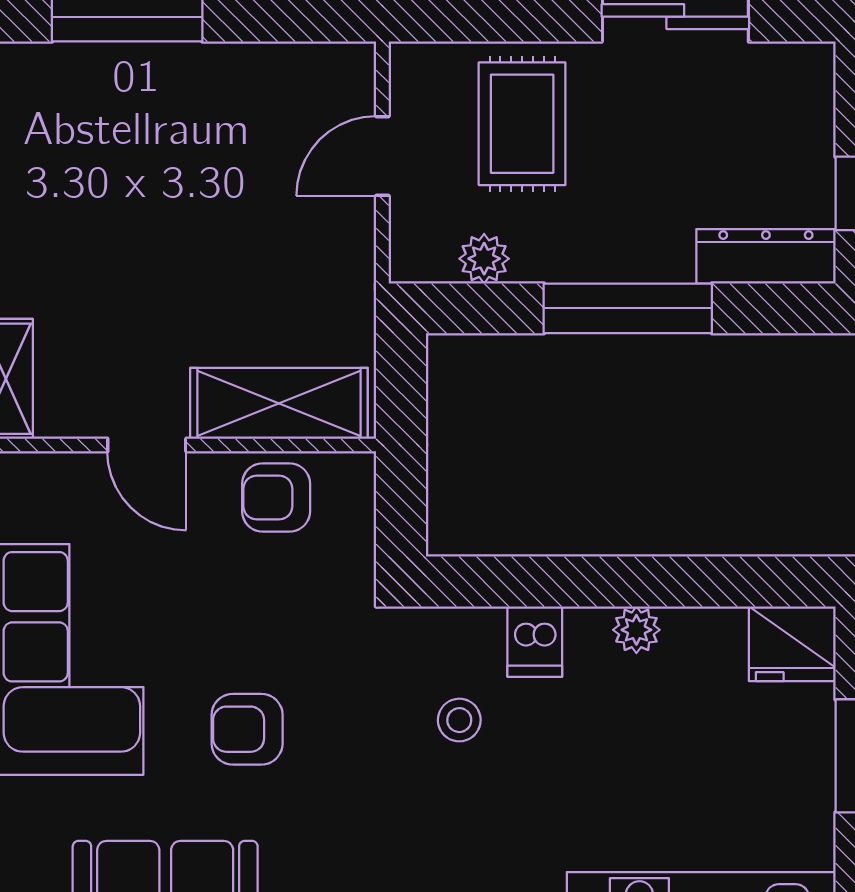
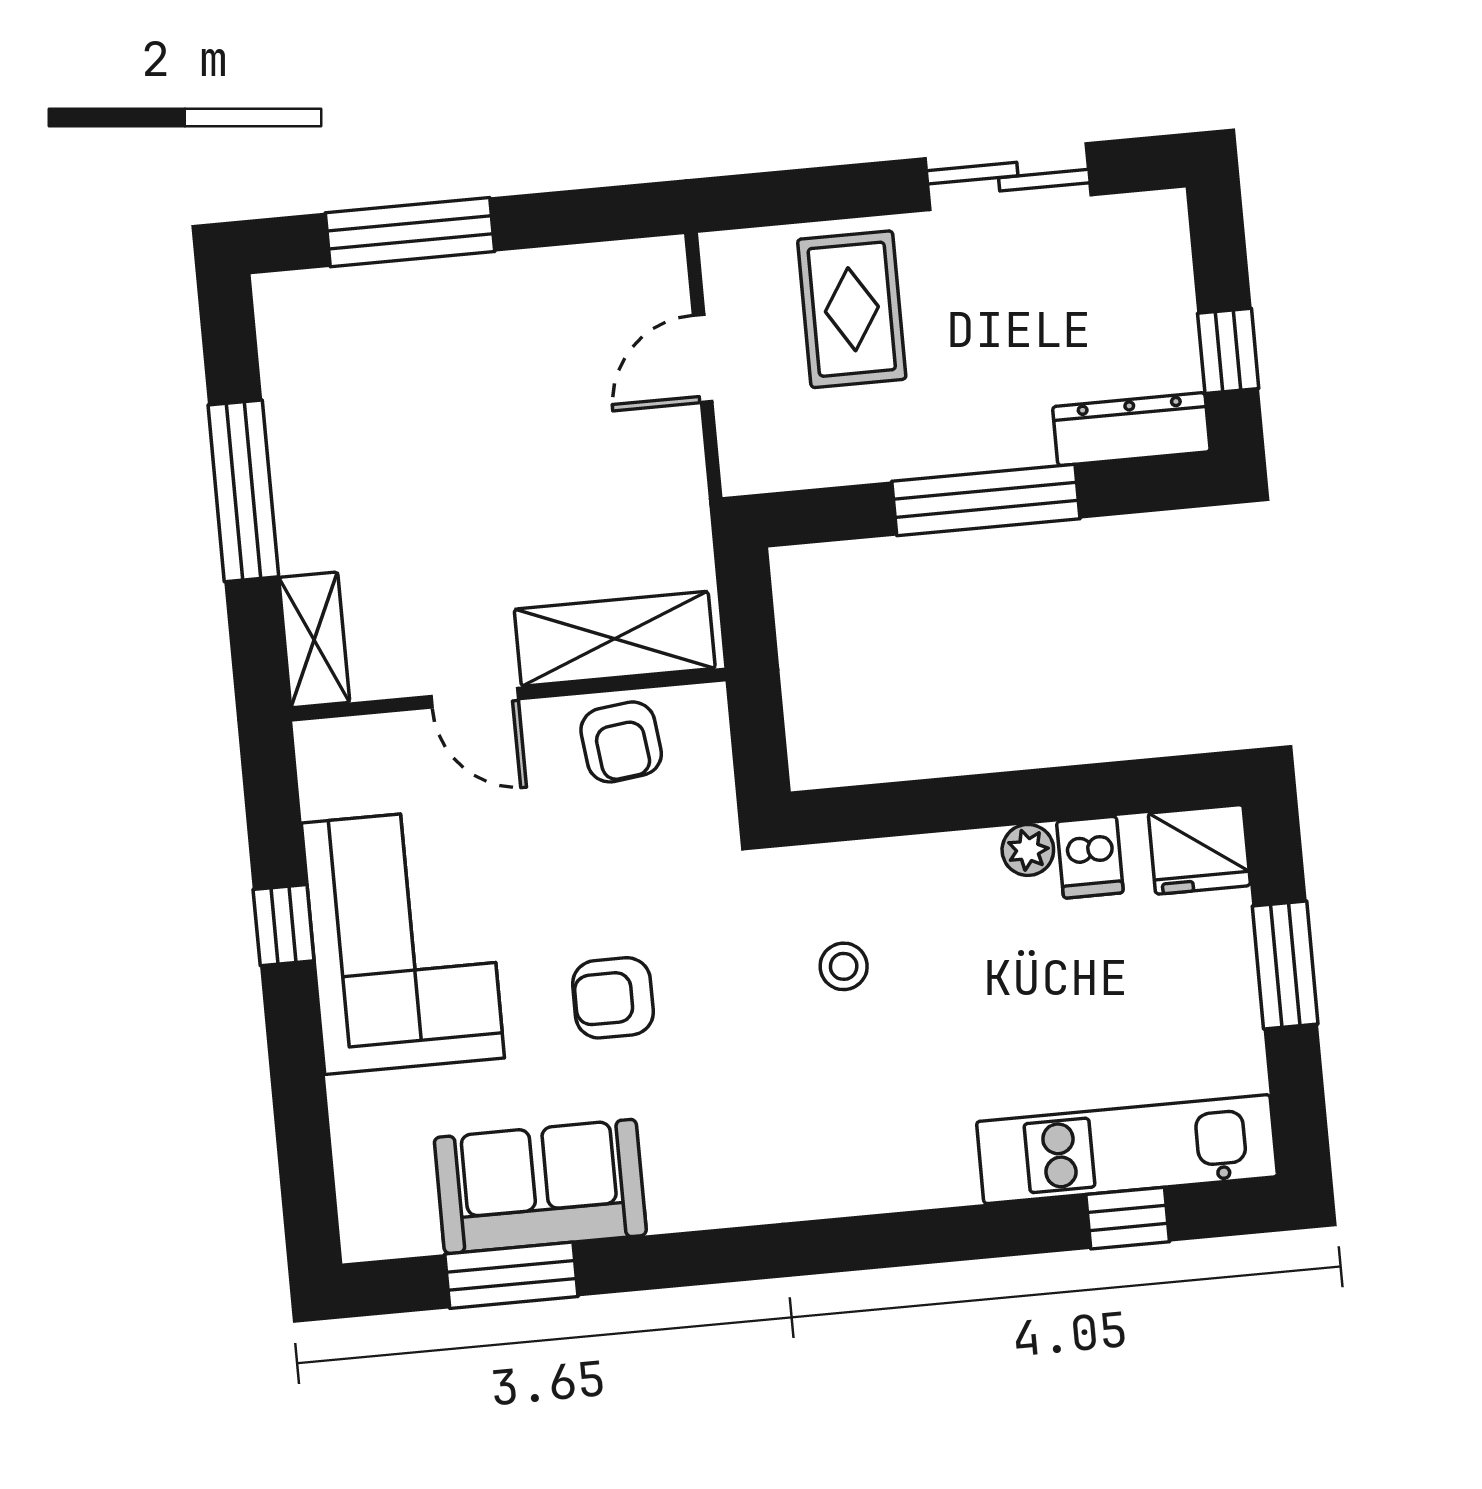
plant: (484, 259) -> (824, 460), removed
armchair: (276, 497) -> (621, 742), turned -97
dishwasher: (535, 642) -> (1090, 857), moved

